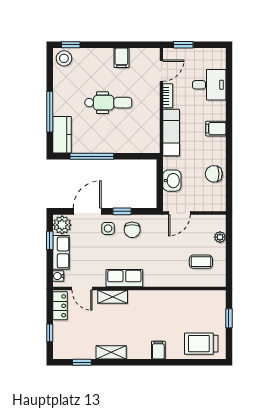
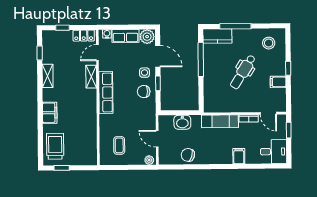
window: (71, 45) -> (288, 68), moved
stool: (64, 58) -> (269, 43), moved
desk: (209, 85) -> (273, 152), moved, turned -90
dental chair: (108, 103) -> (243, 72), turned 32
filing cabinet: (216, 129) -> (239, 156), moved
chair: (214, 174) -> (188, 155), turned -73
door: (179, 213) -> (157, 139), moved
plant: (220, 237) -> (149, 160), moved
window: (50, 240) -> (135, 27), removed
row of seats: (124, 278) -> (106, 93), width x1.48
window: (229, 318) -> (62, 168), moved
filing cabinet: (158, 350) -> (50, 113), width x2.00

